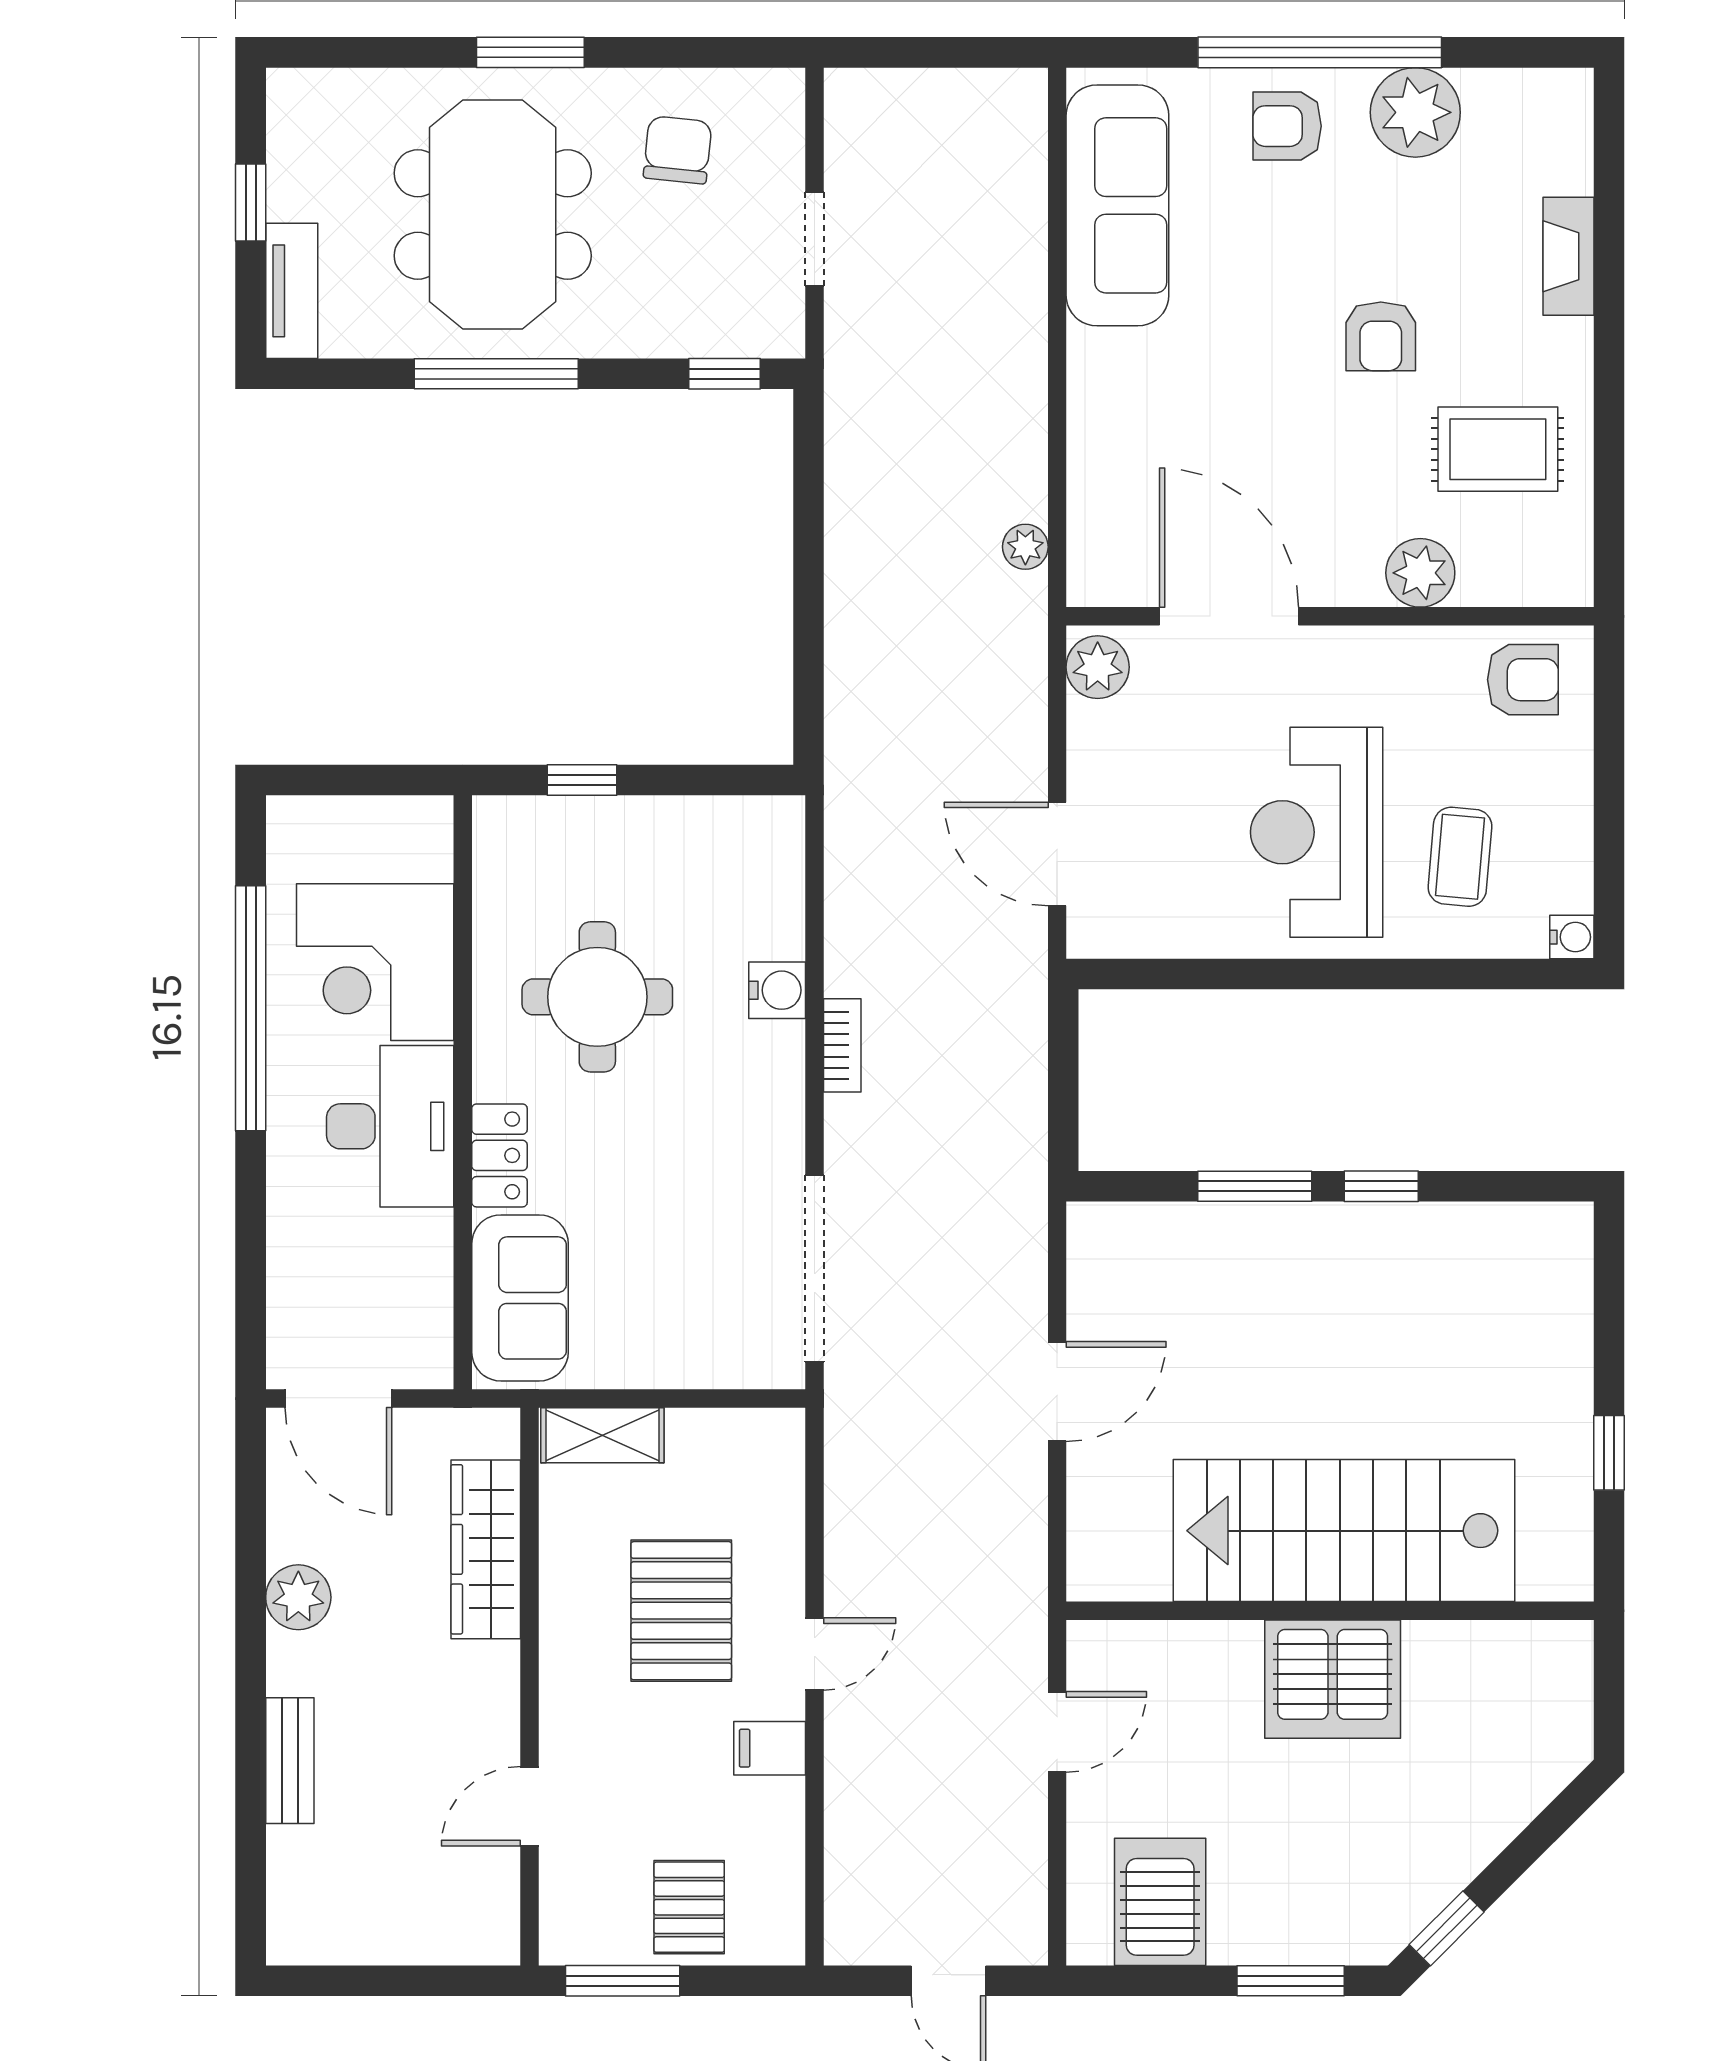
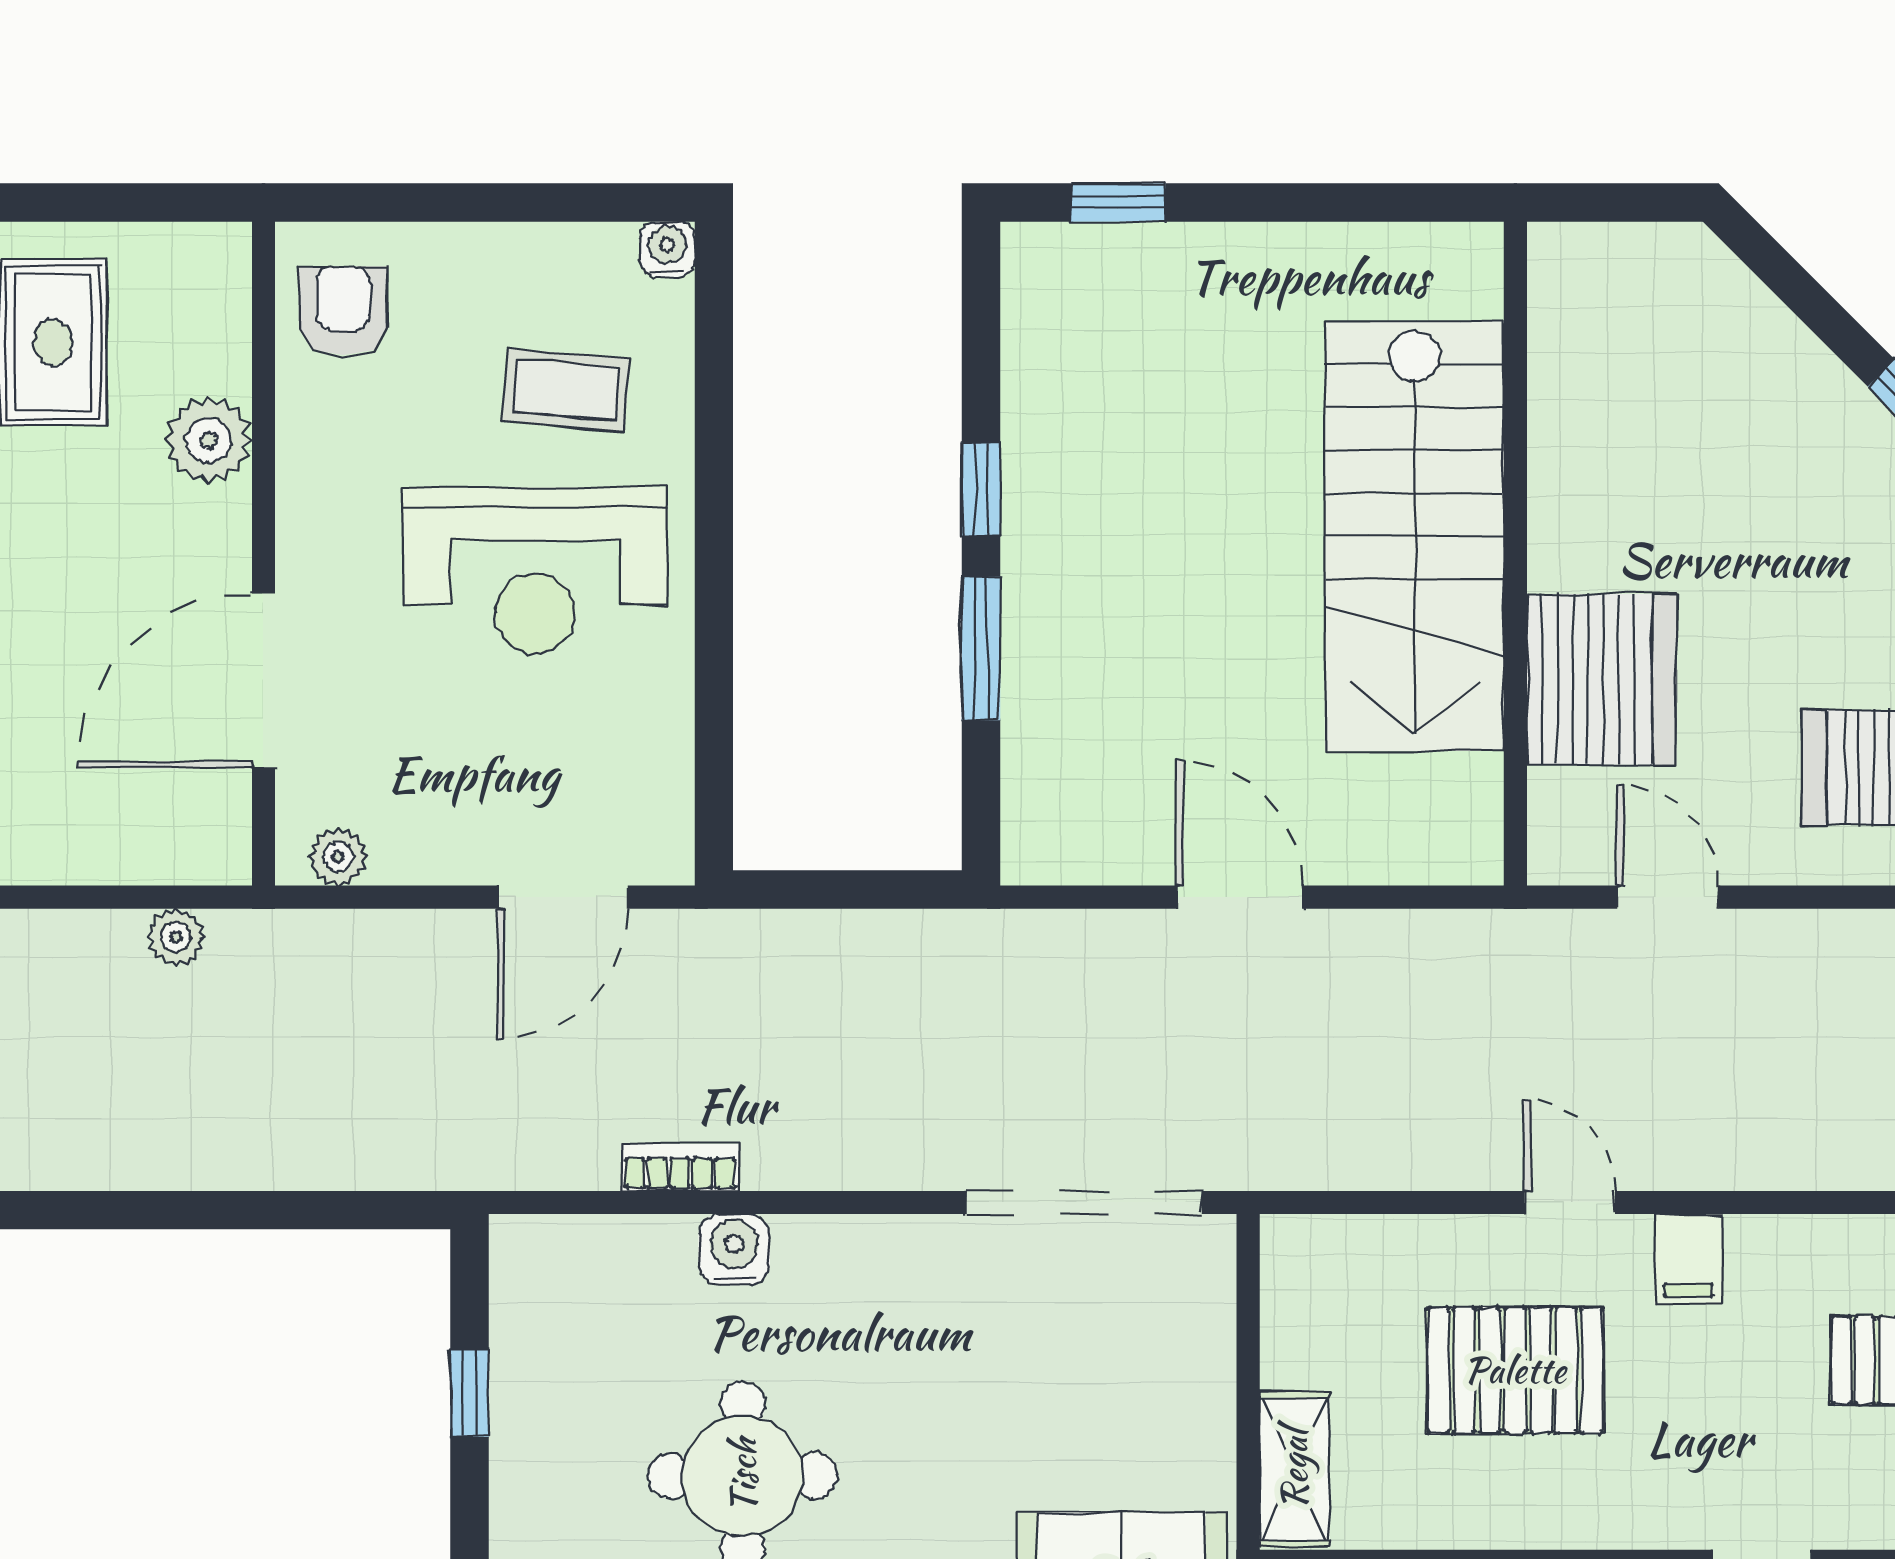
plant: (1098, 667) -> (338, 857), width x0.73, depth x0.73
window: (582, 780) -> (470, 1393), moved
bookcase: (842, 1045) -> (680, 1168), moved
window: (1609, 1453) -> (1118, 203), moved
server rack: (1333, 1679) -> (1601, 679), moved

